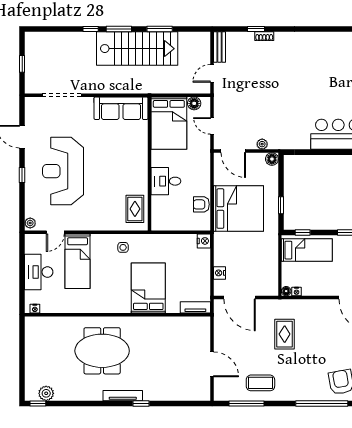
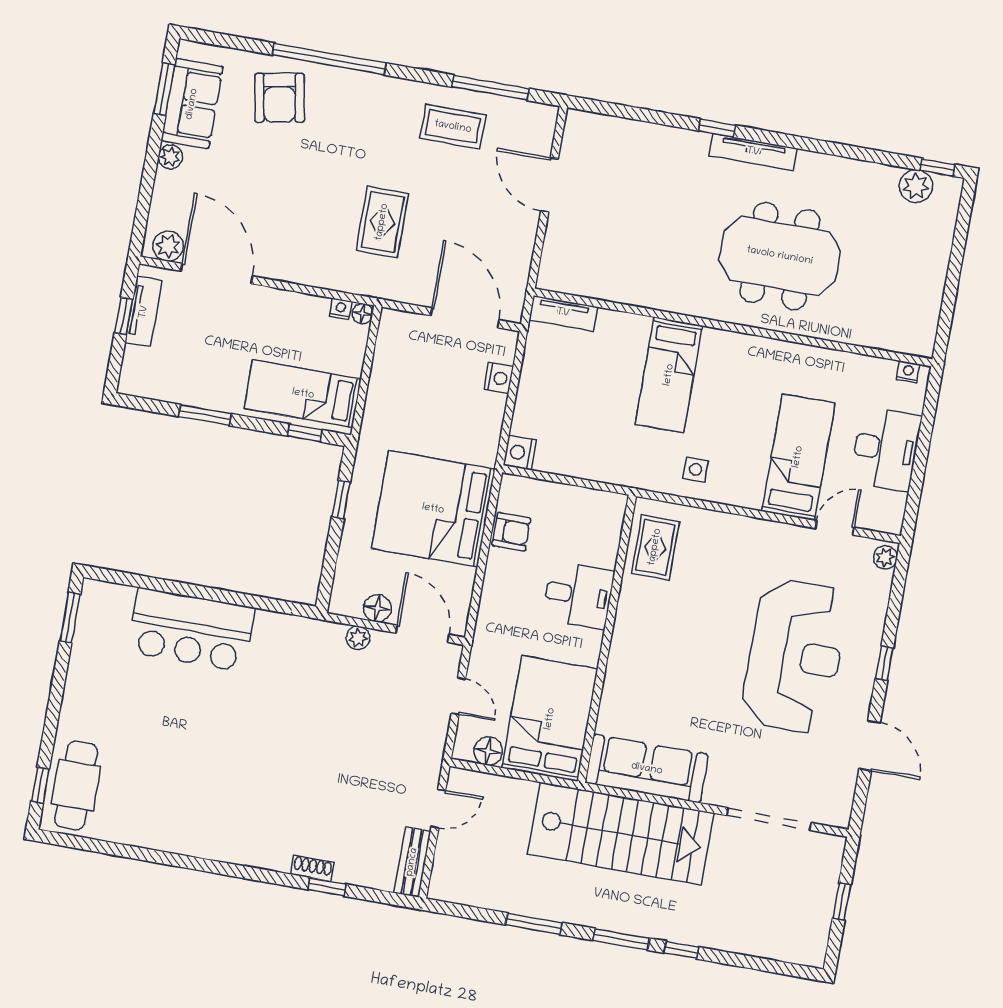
stairs: (137, 49) -> (621, 834), moved, turned 180
floor lamp: (272, 159) -> (377, 608), moved
bed: (148, 288) -> (669, 375), width x0.67

